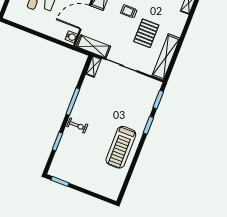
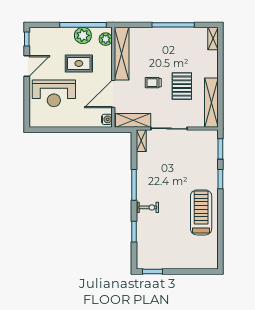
trolley: (129, 11) -> (153, 83), moved
treadmill: (121, 147) -> (201, 212), turned 180

